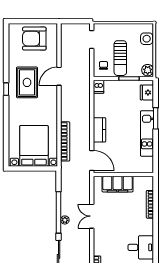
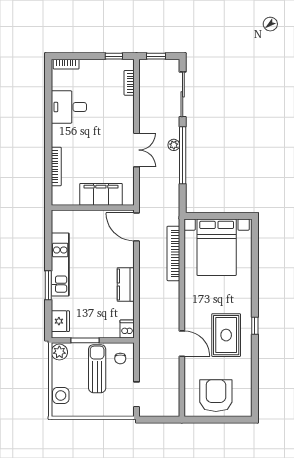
armchair: (34, 39) -> (216, 396), turned -90
door: (59, 76) -> (182, 344), hinge flipped
kitchen counter: (100, 130) -> (126, 285), moved

